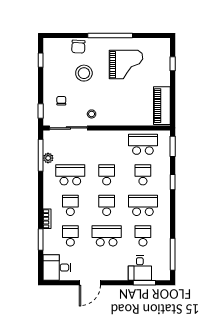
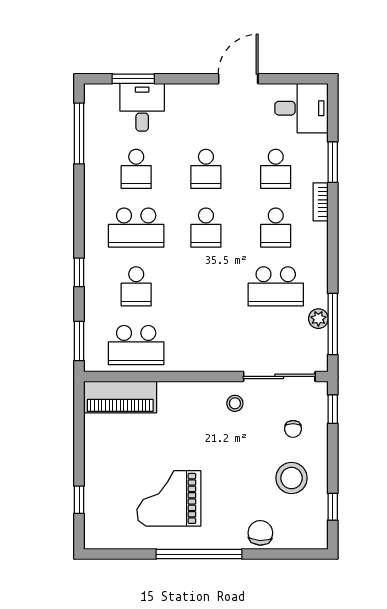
stool: (84, 73) -> (291, 478), moved
piano: (162, 106) -> (120, 397), moved, turned 90
school desk: (107, 175) -> (206, 286), removed
school desk: (107, 236) -> (206, 169), width x0.54

